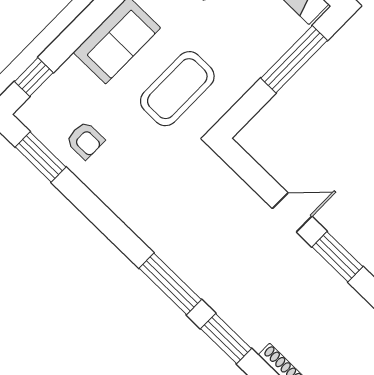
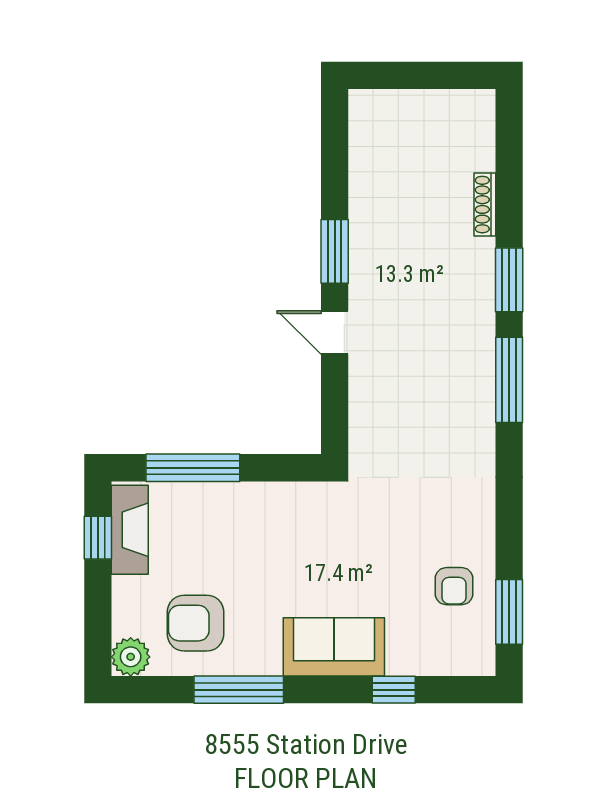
window: (34, 77) -> (394, 690), moved
coffee table: (177, 89) -> (324, 548), removed
armchair: (85, 140) -> (454, 586), turned 180

